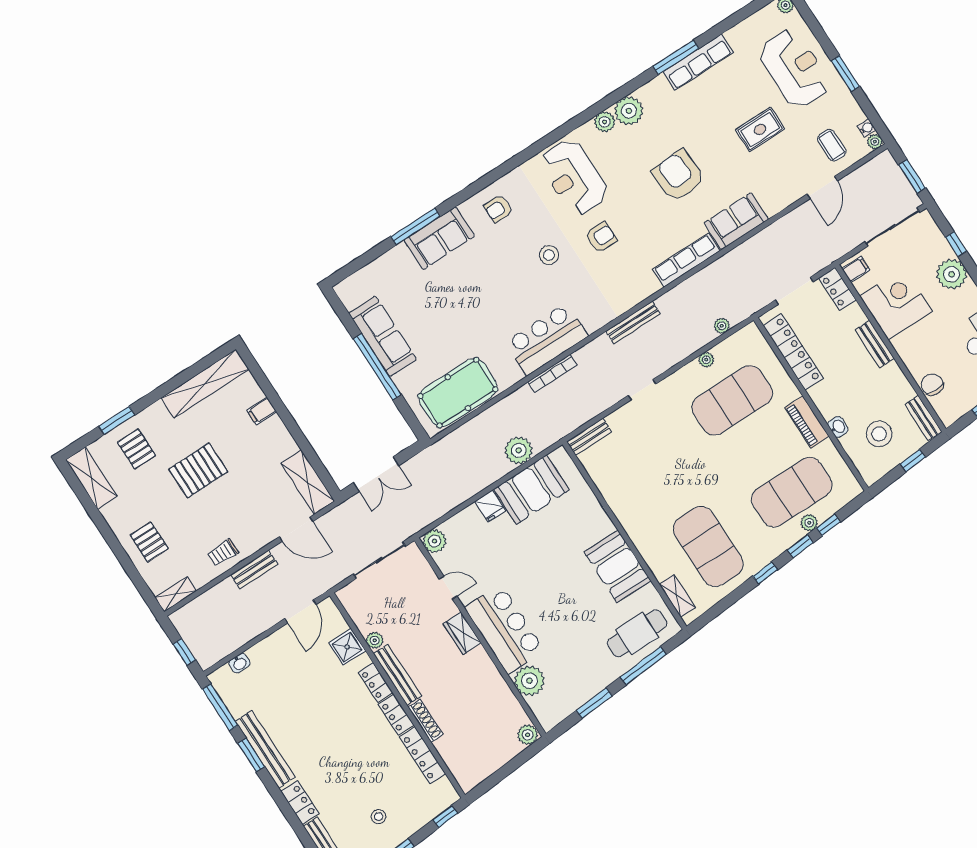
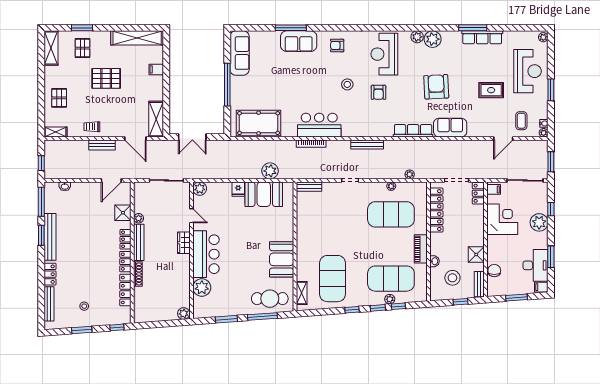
armchair: (601, 237) -> (378, 92), turned 90
sofa: (383, 336) -> (240, 53), moved
bench: (875, 344) -> (479, 232), removed
shower: (891, 378) -> (476, 254), added

